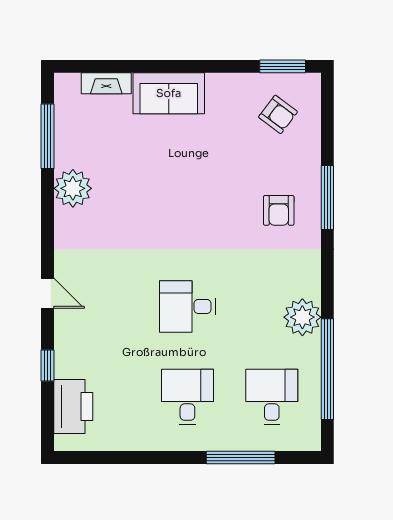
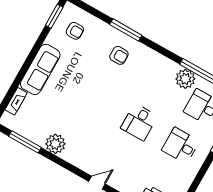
sofa: (169, 93) -> (40, 69), width x1.36
armchair: (278, 114) -> (75, 31), turned 53
plant: (302, 317) -> (185, 79), moved

